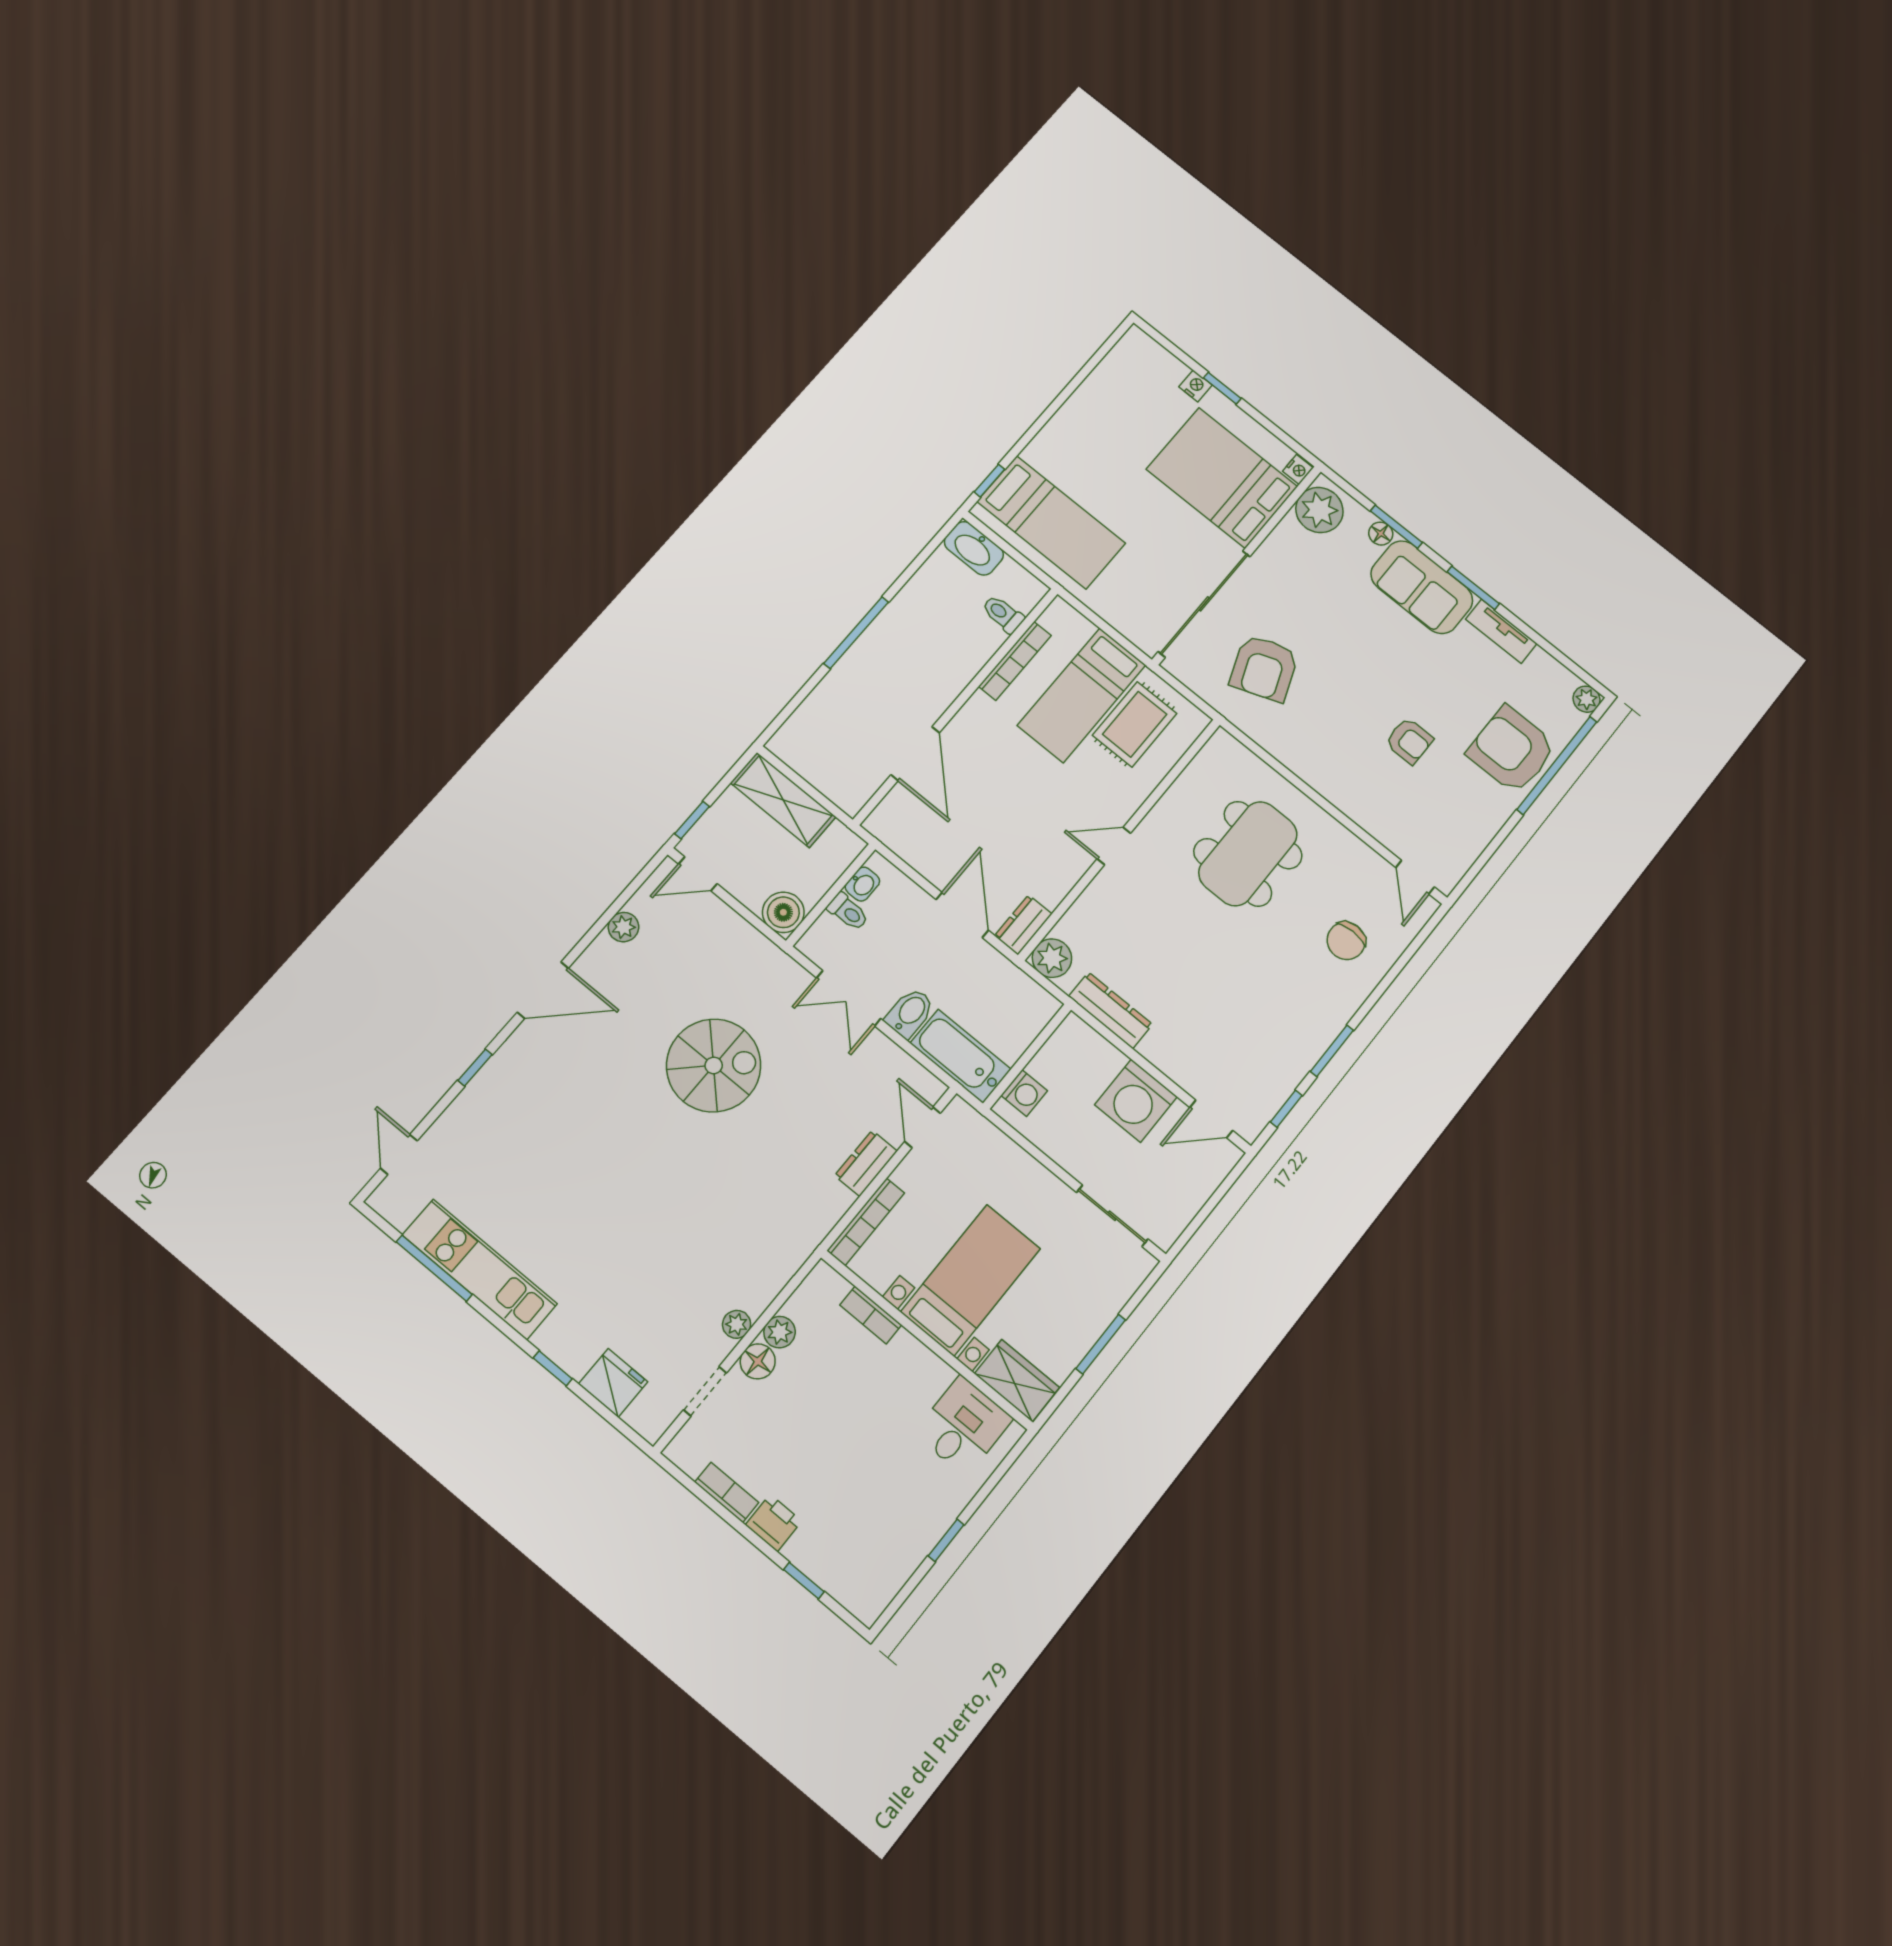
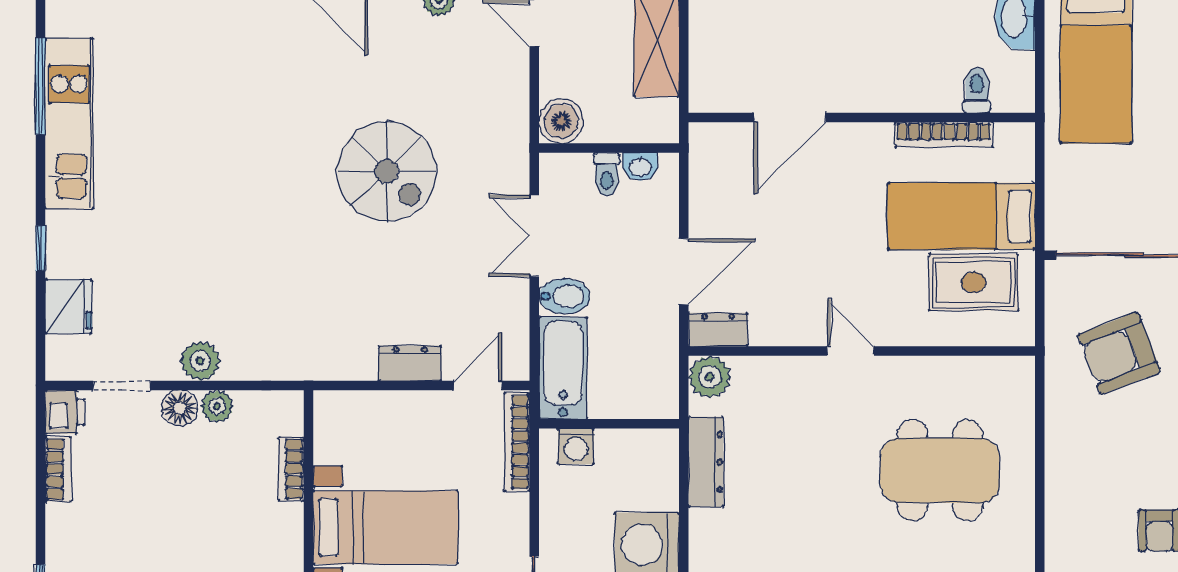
bookcase: (866, 1222) -> (517, 442), moved, turned 90
plant: (737, 1324) -> (200, 361), width x1.38, depth x1.38
printer: (774, 1523) -> (65, 412), moved

